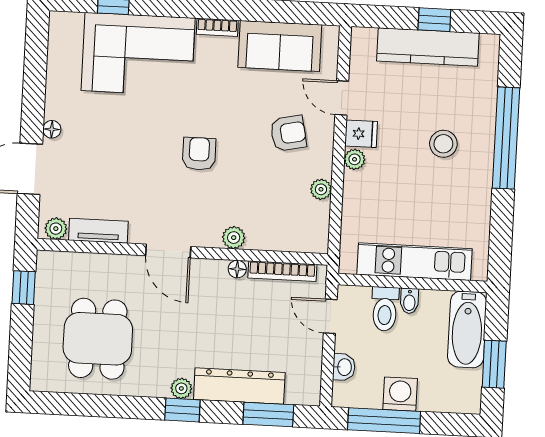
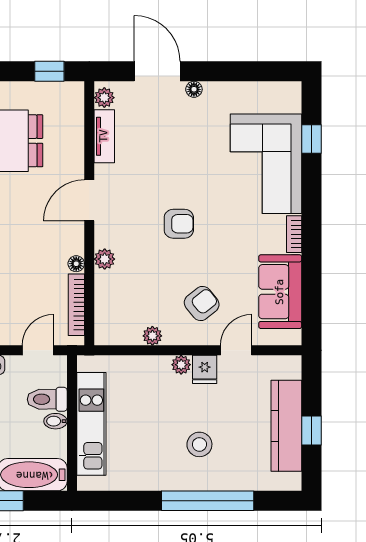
armchair: (288, 133) -> (202, 304), turned -117

